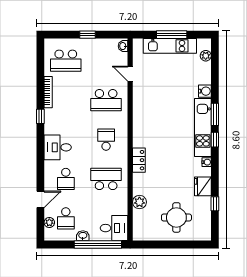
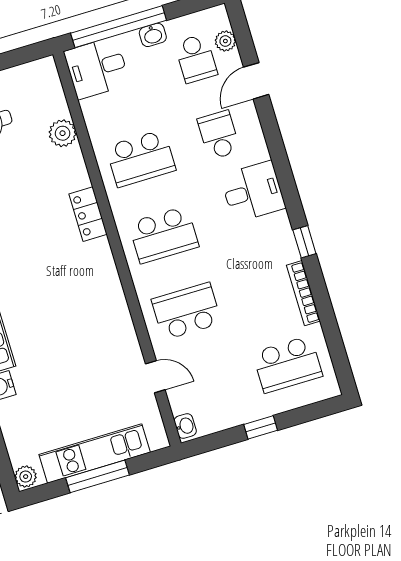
plant: (206, 56) -> (26, 477), moved
school desk: (66, 61) -> (288, 364), turned 180
school desk: (106, 140) -> (164, 235), width x1.85
school desk: (66, 218) -> (196, 59), turned 180

